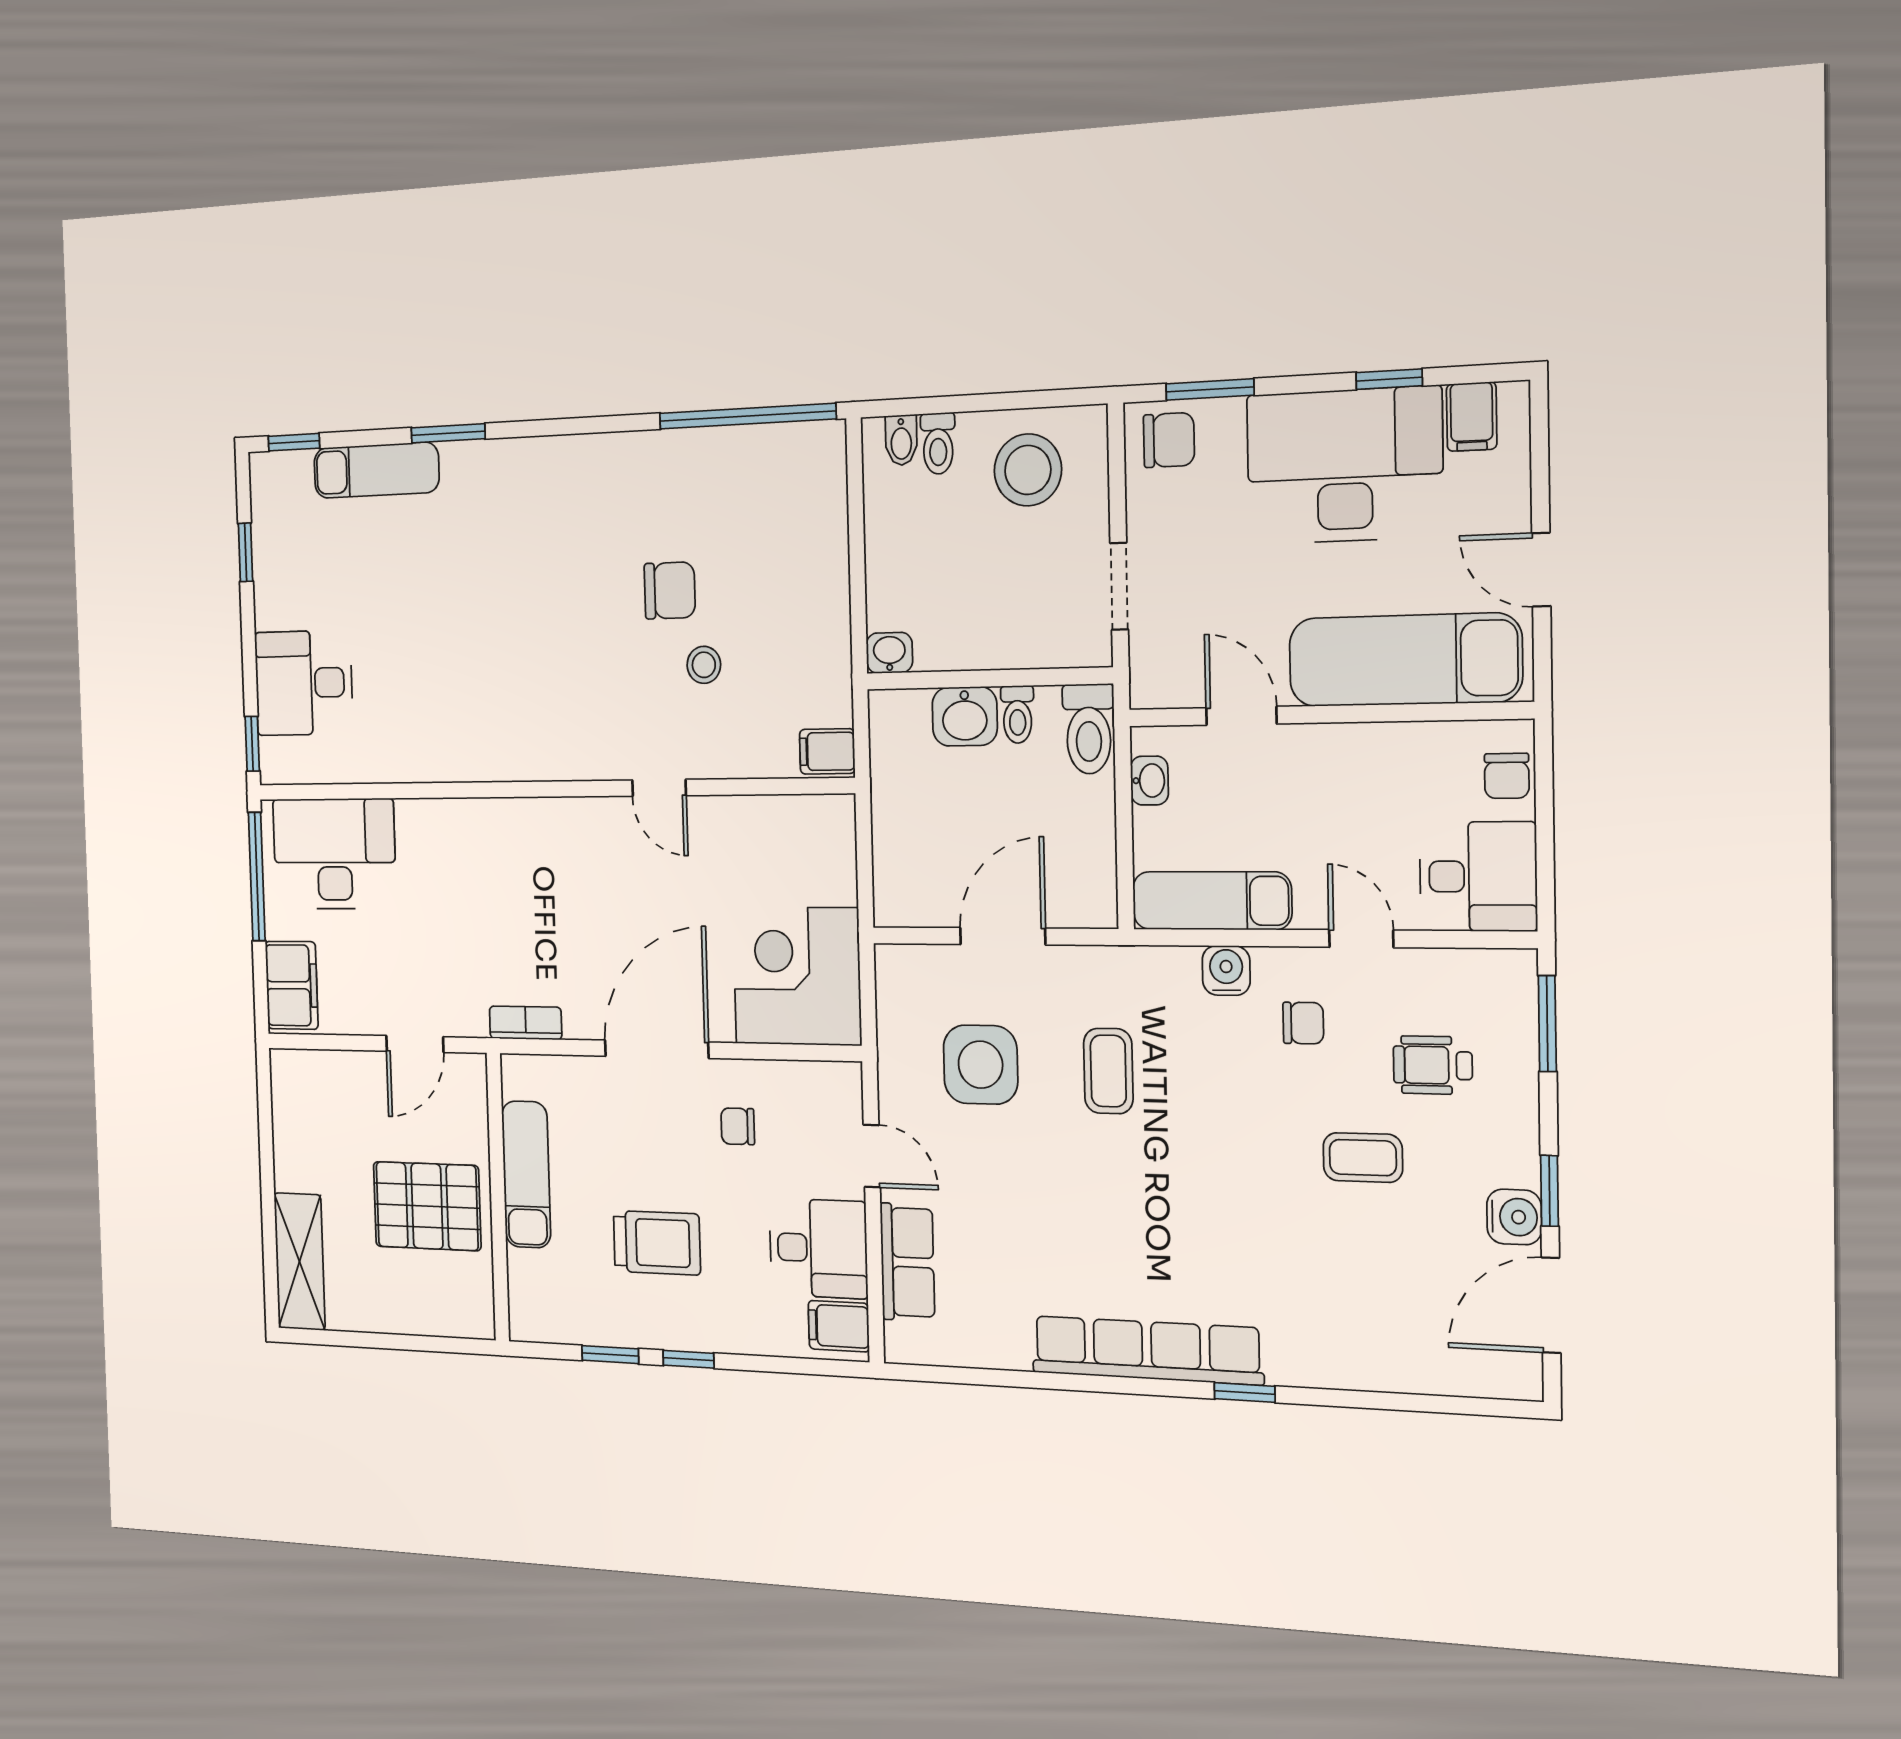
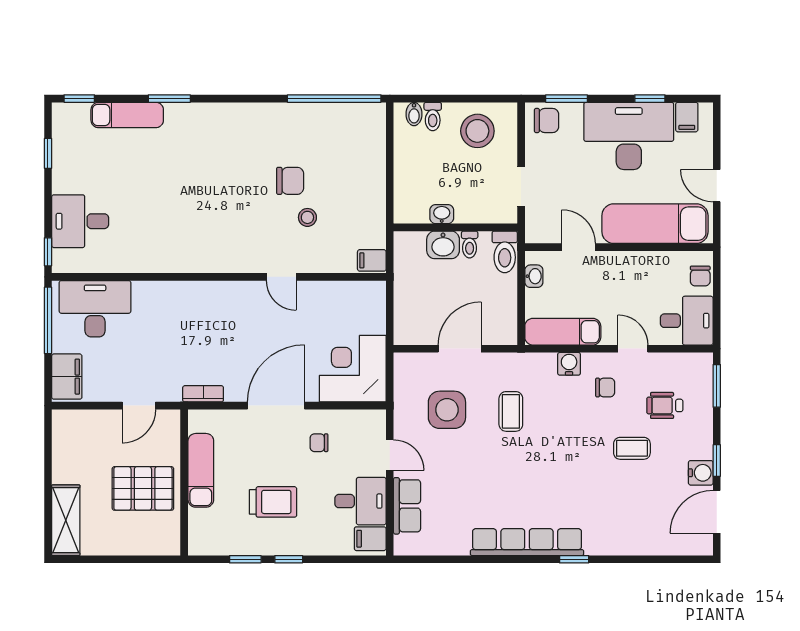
washbasin: (889, 653) -> (442, 214), moved

